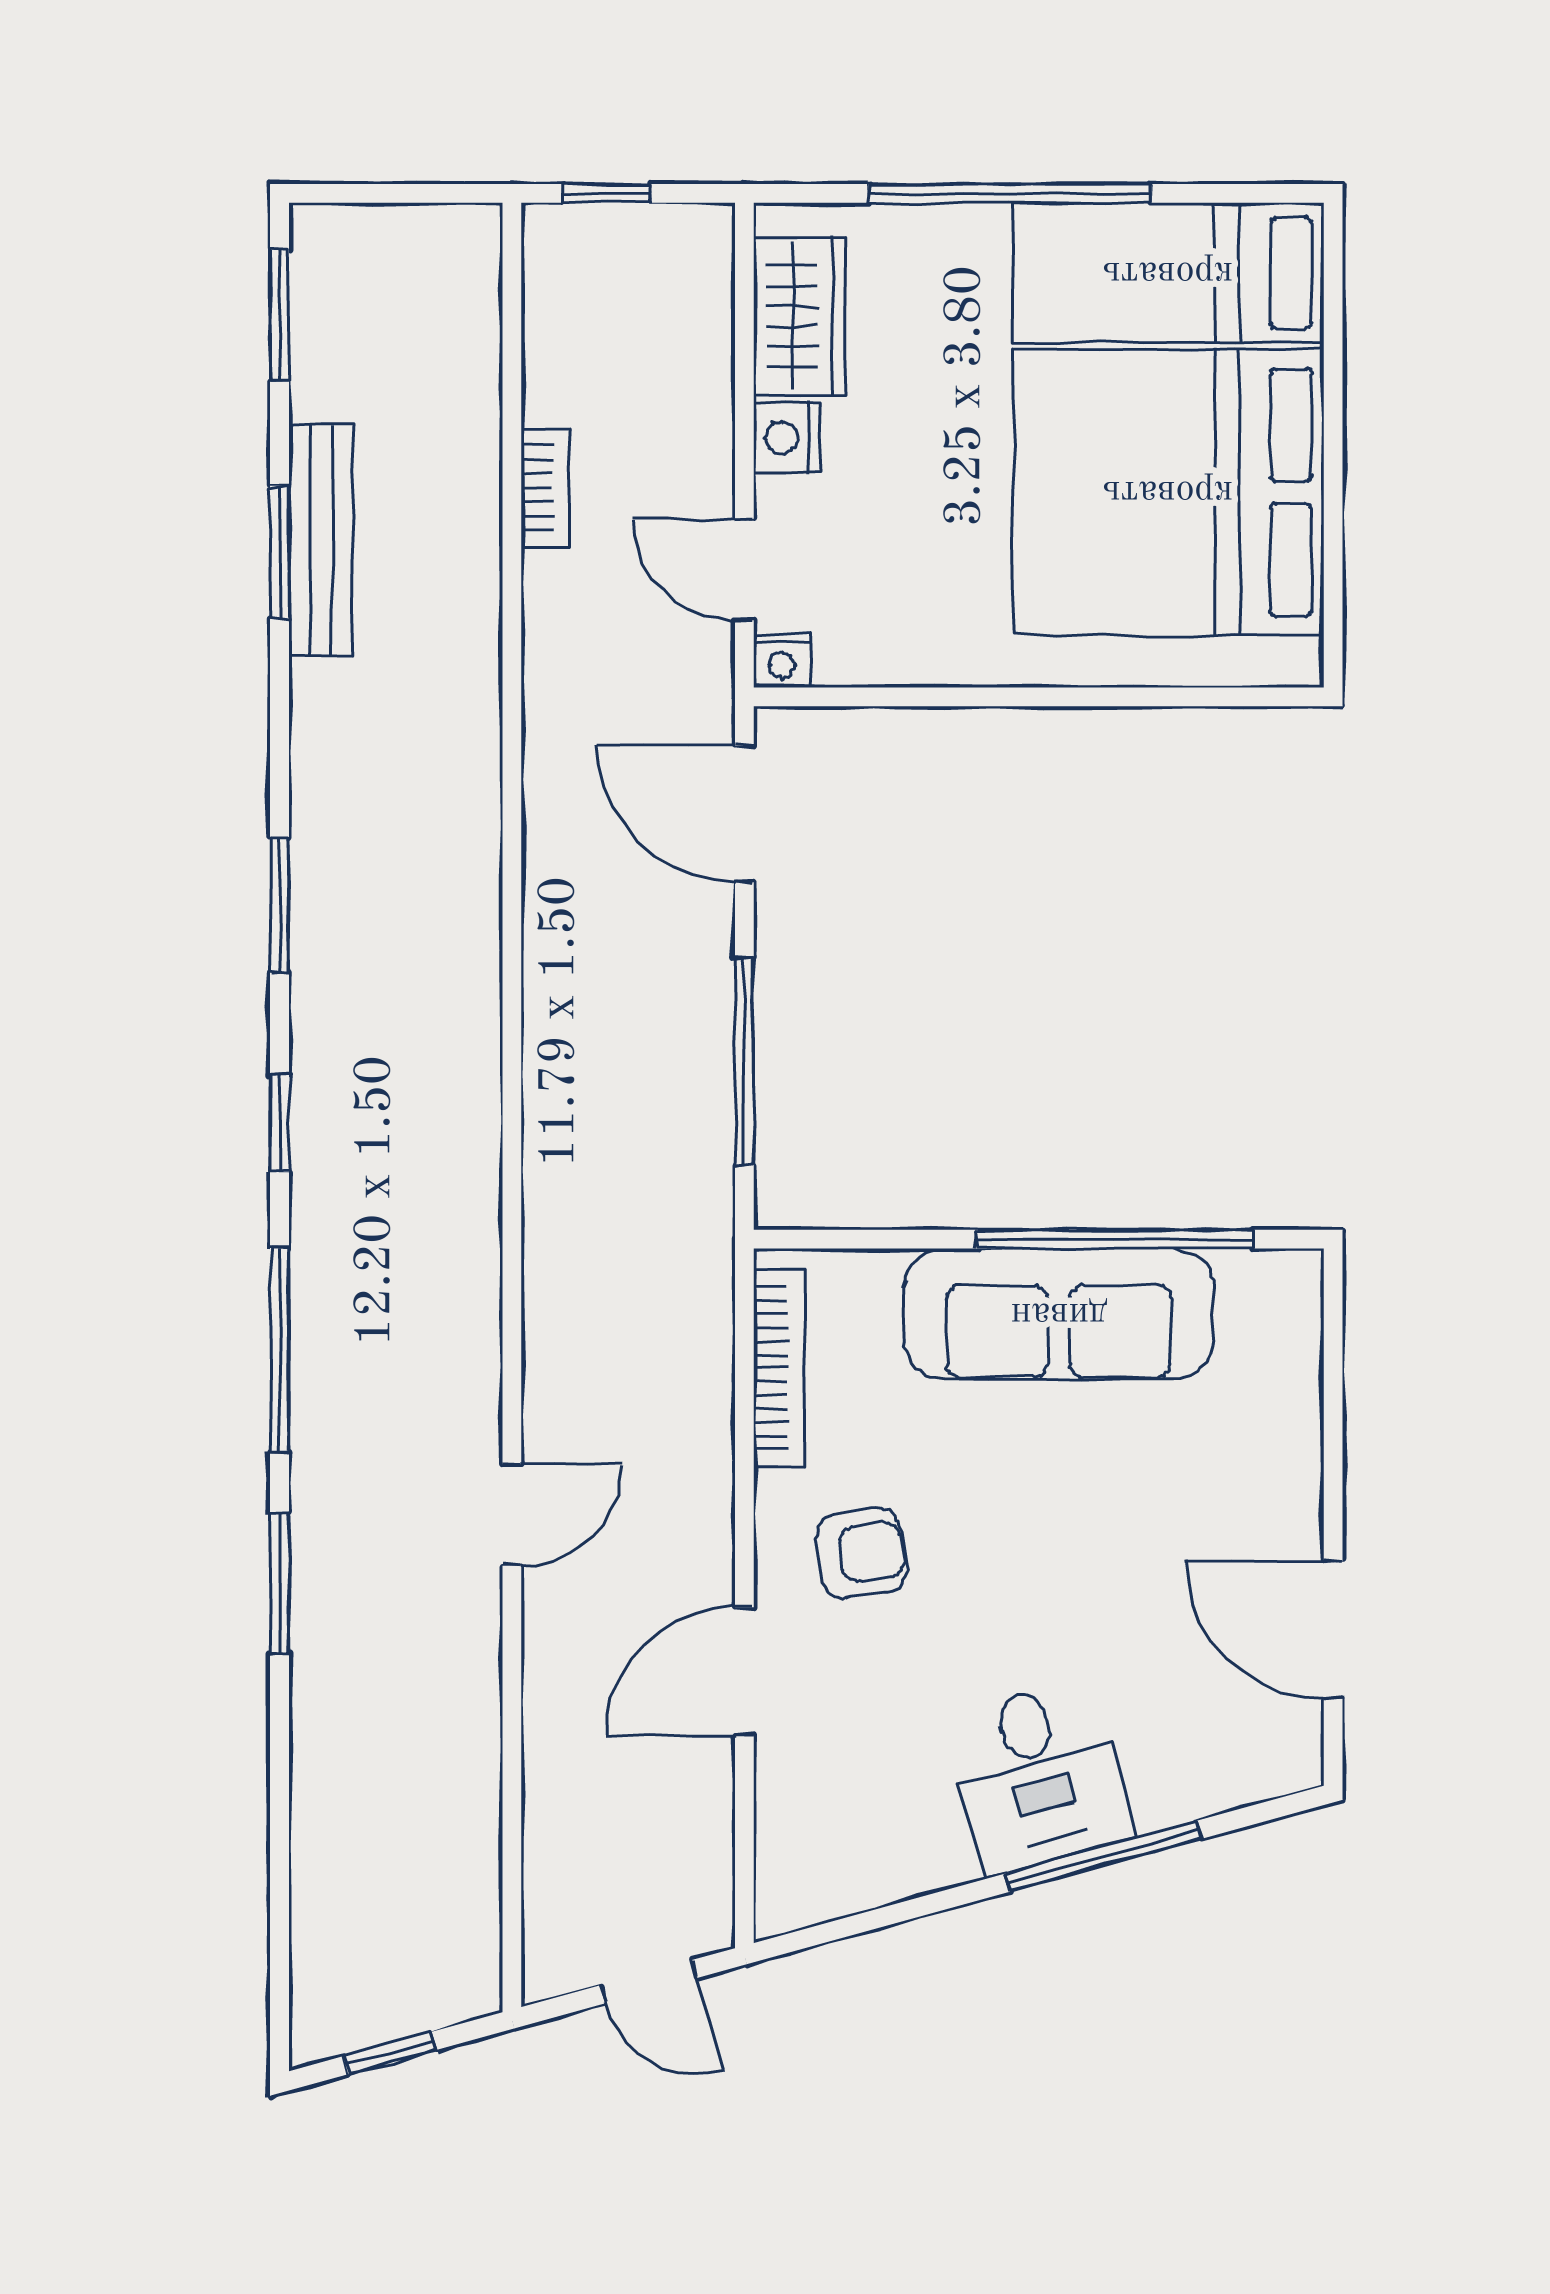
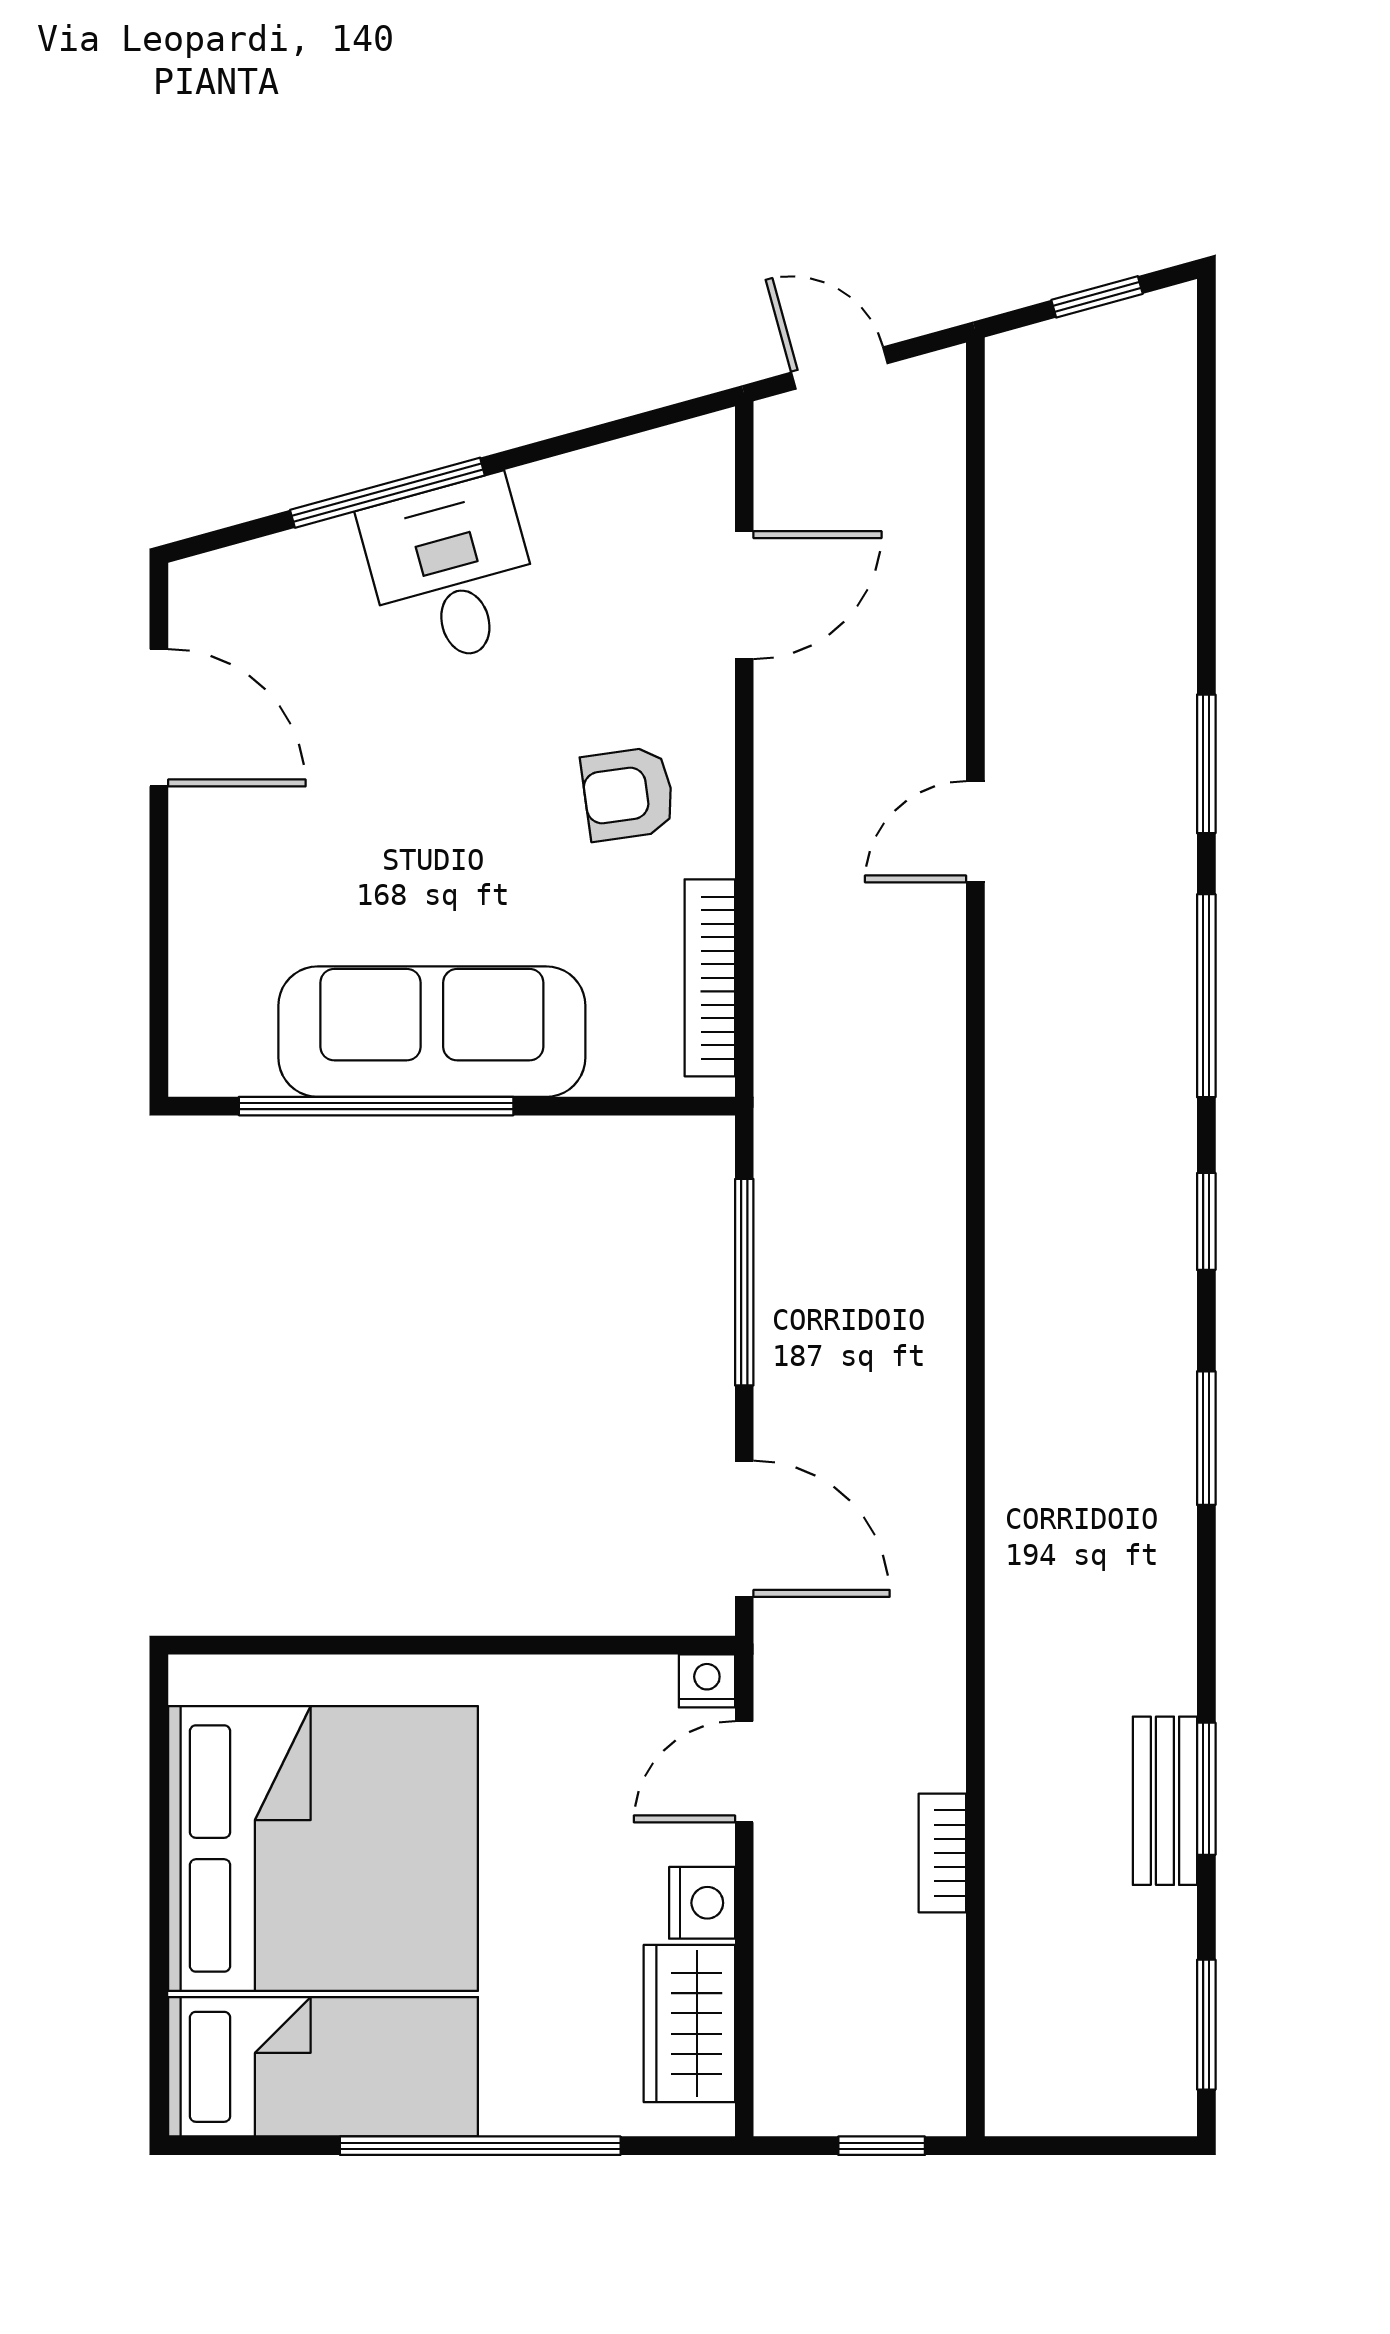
bench: (321, 540) -> (1165, 1801), width x0.73
door: (744, 570) -> (744, 1772), swing flipped
door: (744, 1672) -> (744, 595), moved

